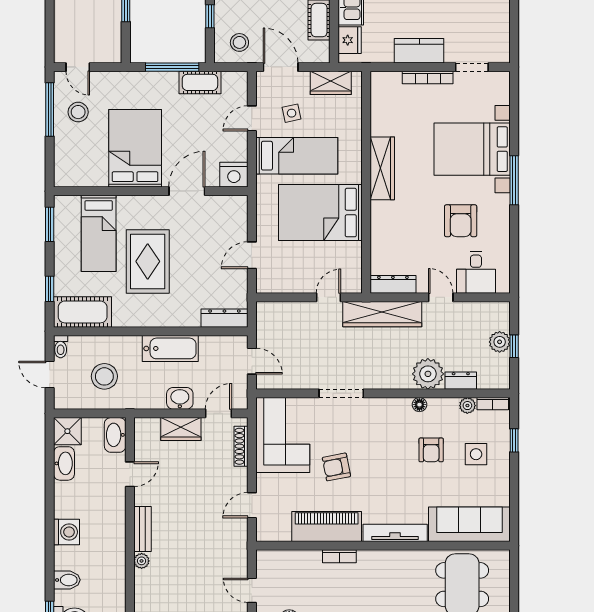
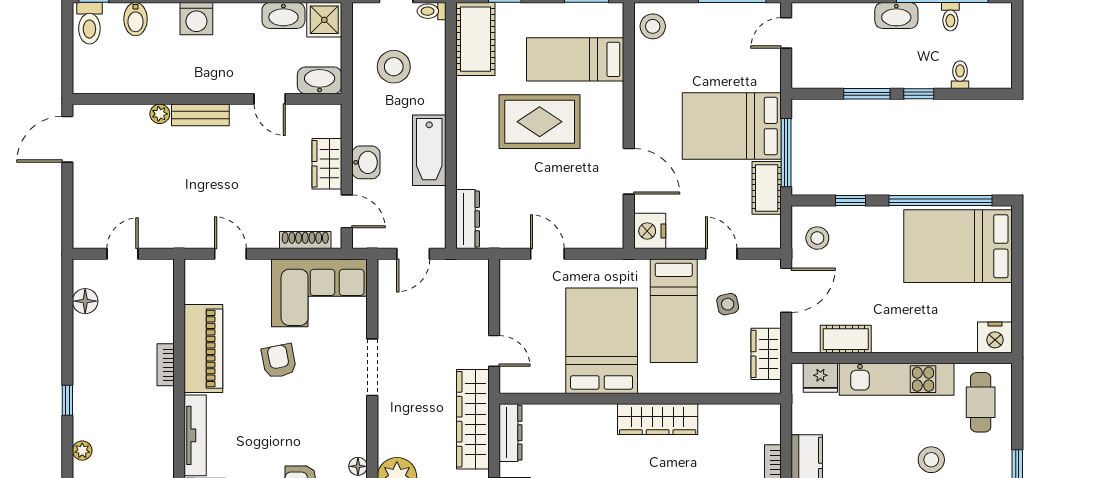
stool: (78, 112) -> (653, 26), moved
bed: (135, 148) -> (732, 126), moved, turned 180

